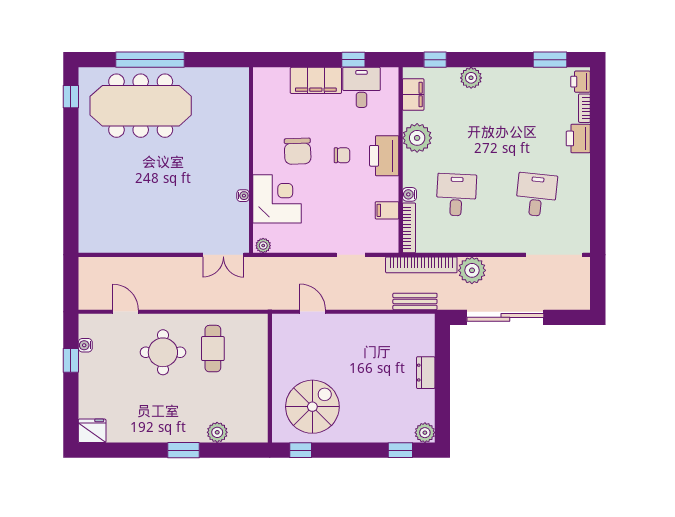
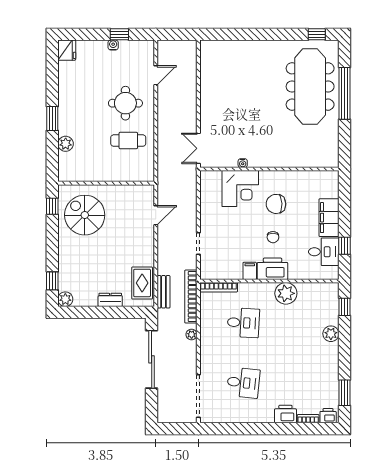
filing cabinet: (413, 95) -> (318, 290), removed
water cooler: (409, 194) -> (244, 288), removed
filing cabinet: (387, 210) -> (250, 271), moved
plant: (263, 246) -> (205, 178), removed
plant: (472, 270) -> (192, 334), width x0.53, depth x0.53
rug: (403, 330) -> (142, 283), added
water cooler: (85, 345) -> (113, 45), moved
spiral stairs: (312, 407) -> (85, 215), turned 180

